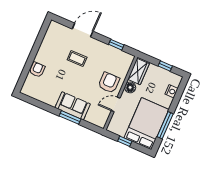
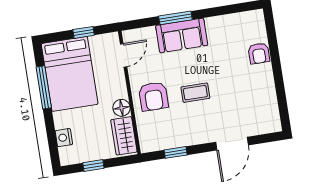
coffee table: (77, 59) -> (195, 93), moved
door: (116, 104) -> (124, 55), moved

